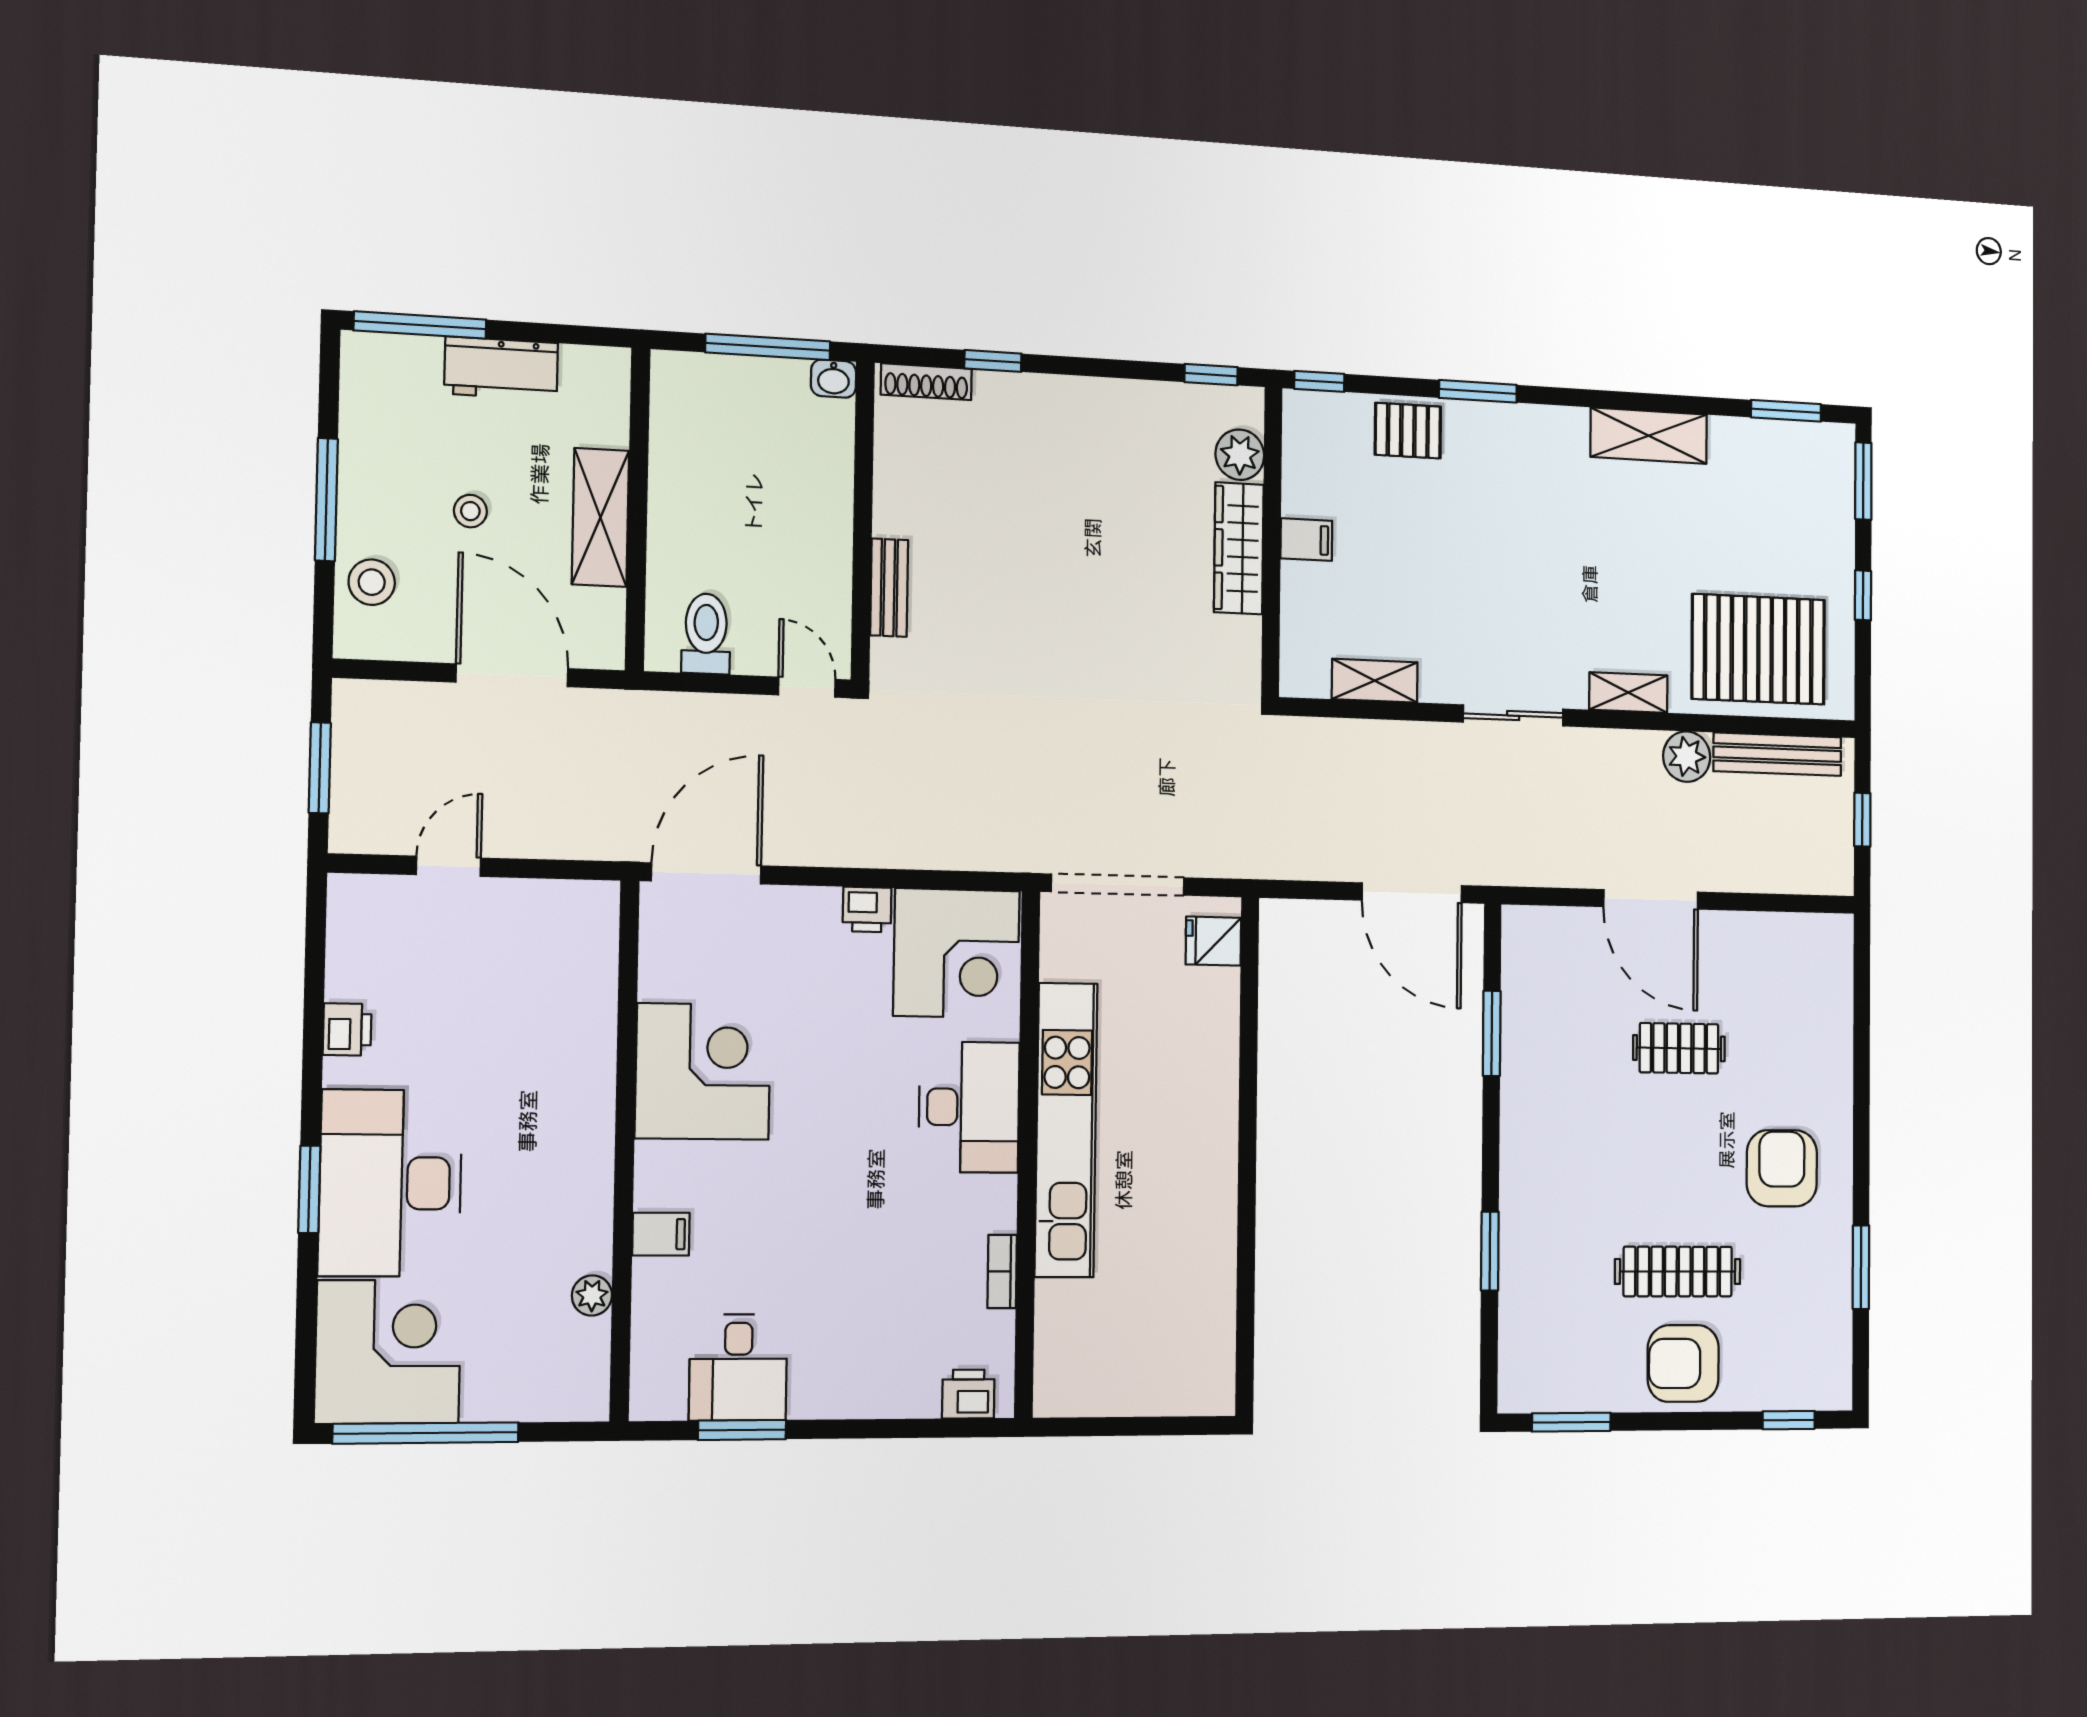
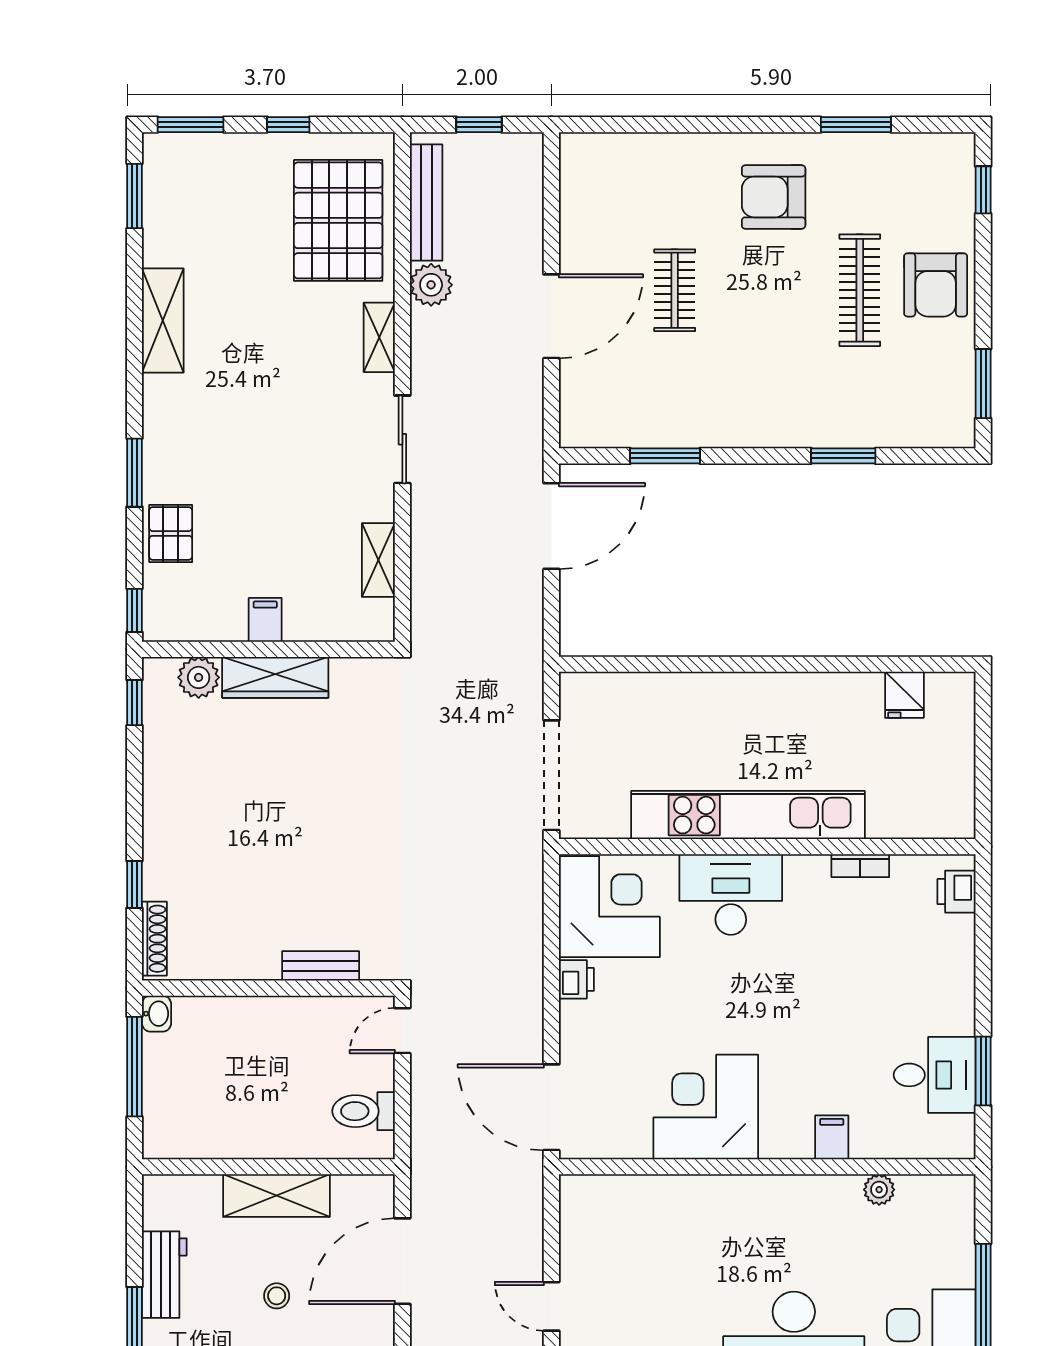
fridge: (1213, 941) -> (904, 695), moved

